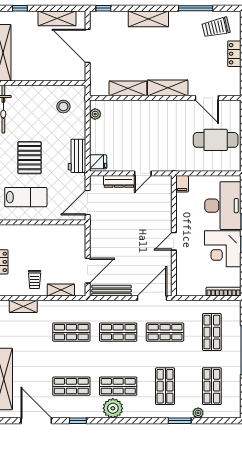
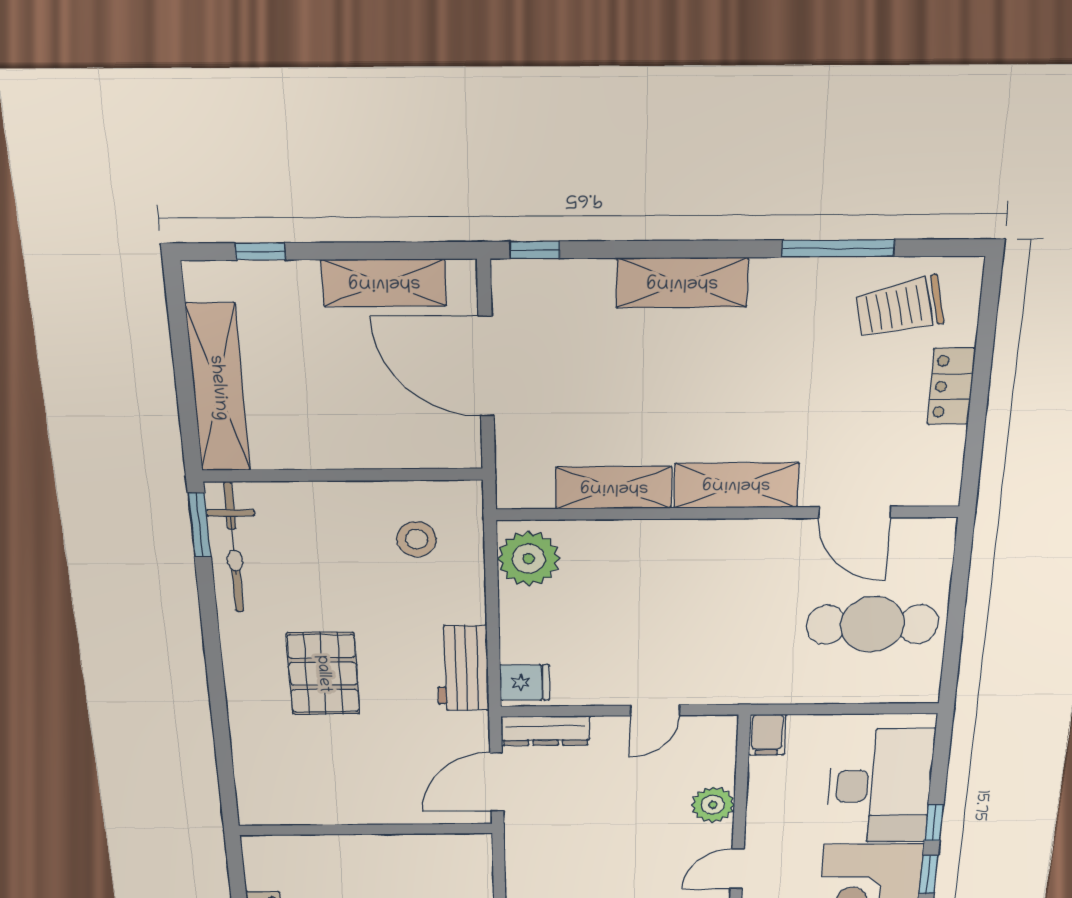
plant: (95, 114) -> (529, 559), width x1.88, depth x1.88
dresser: (119, 181) -> (545, 731), moved
lab bench: (26, 197) -> (320, 771), removed
plant: (164, 213) -> (713, 805), added

